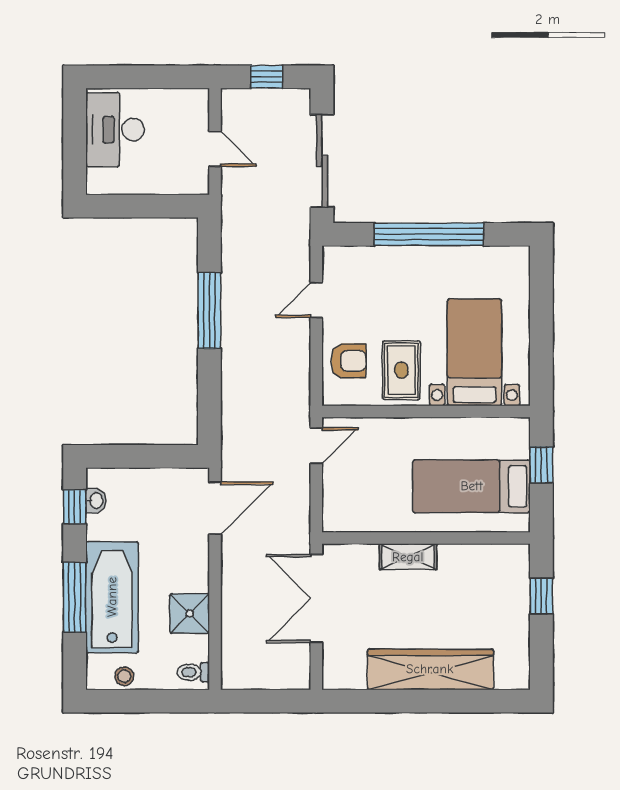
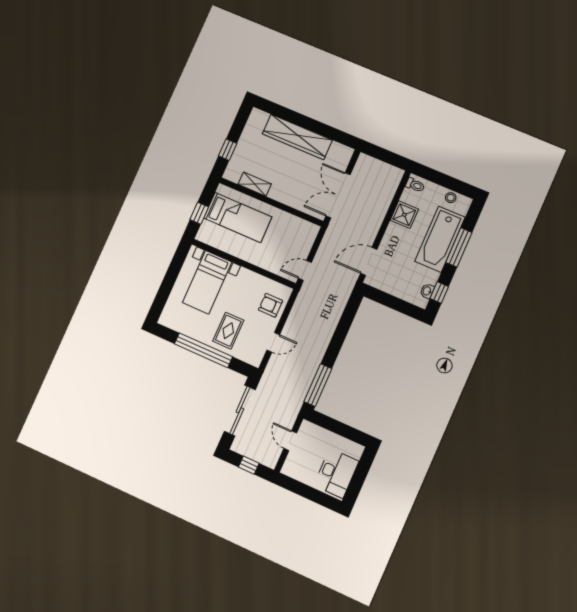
window: (209, 311) -> (318, 385), moved
rug: (401, 370) -> (228, 331), moved
shelving: (408, 557) -> (255, 184), moved
double door: (316, 598) -> (338, 195), swing flipped

